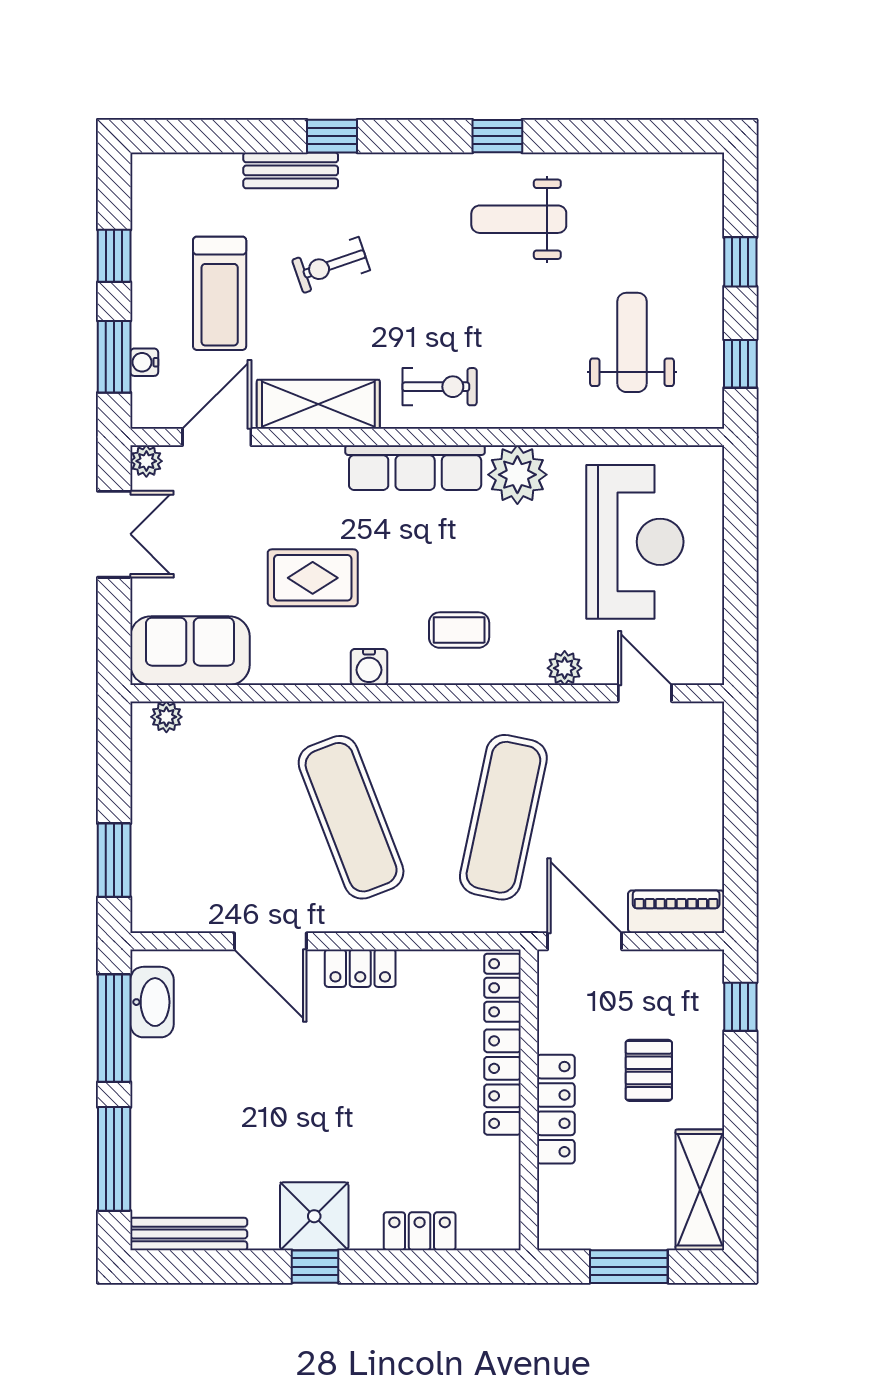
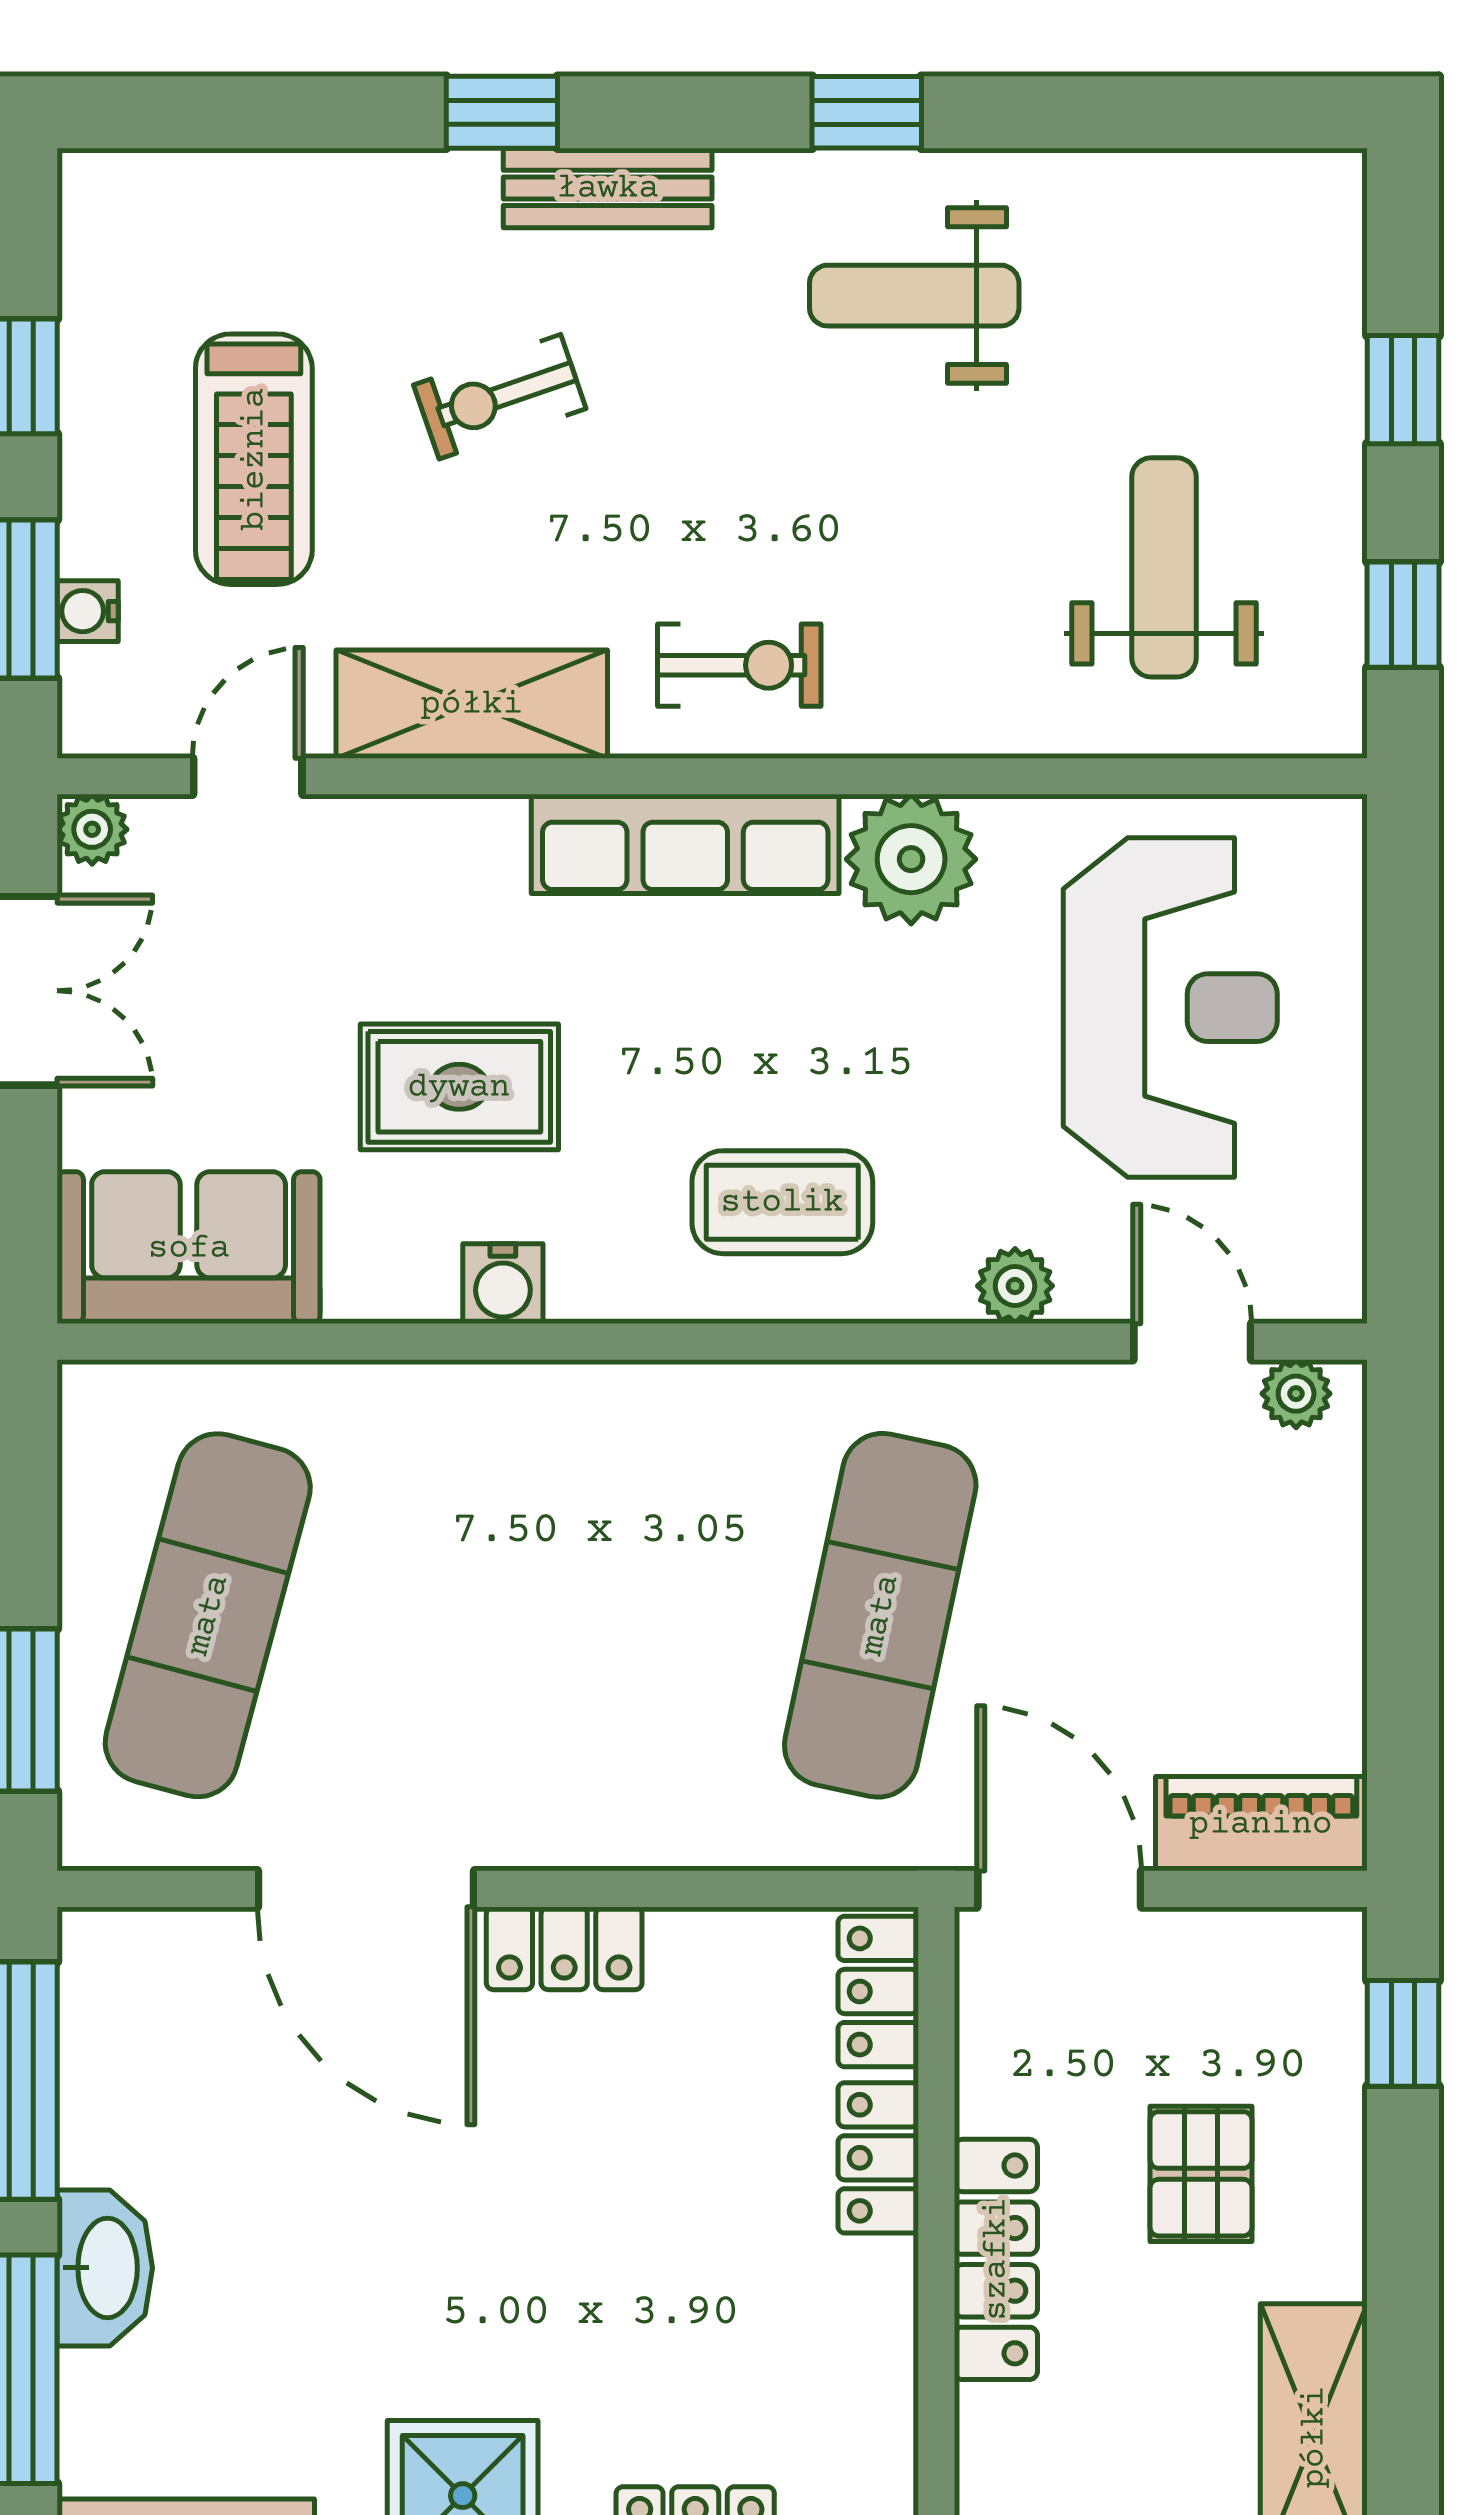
bench: (291, 170) -> (608, 188), moved
door: (217, 437) -> (248, 776), width x0.73
coffee table: (459, 630) -> (782, 1202), width x1.36, depth x1.30
water cooler: (369, 667) -> (503, 1284), moved
plant: (166, 717) -> (1296, 1394), moved
exercise mat: (351, 817) -> (208, 1615), moved, turned 36
door: (270, 941) -> (366, 1889), width x1.36
washbasin: (152, 1002) -> (105, 2268), moved
locker: (503, 1082) -> (878, 2158), width x0.66

